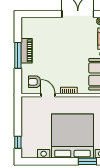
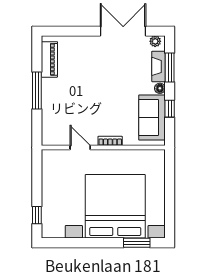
piano: (27, 51) -> (49, 59), moved
armchair: (34, 82) -> (61, 128), removed

